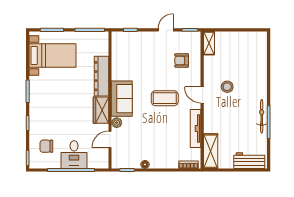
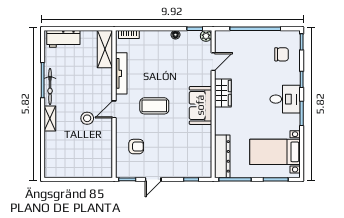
shelving: (209, 43) -> (50, 119), moved
dresser: (101, 76) -> (222, 156), moved
door: (202, 95) -> (114, 109), swing flipped
plant: (117, 123) -> (206, 36), moved
desk: (74, 155) -> (285, 99), moved, turned 90

